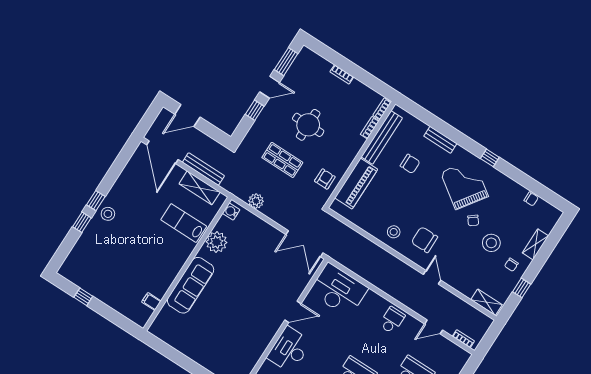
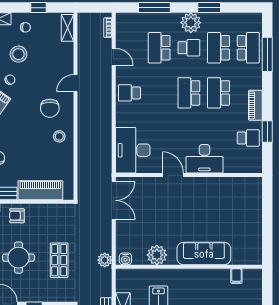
armchair: (325, 179) -> (17, 216), moved
water cooler: (231, 211) -> (125, 259), moved
plant: (217, 242) -> (157, 255), moved
wall: (187, 264) -> (189, 267), moved
sofa: (191, 285) -> (204, 254), moved
filing cabinet: (151, 301) -> (236, 276), moved

